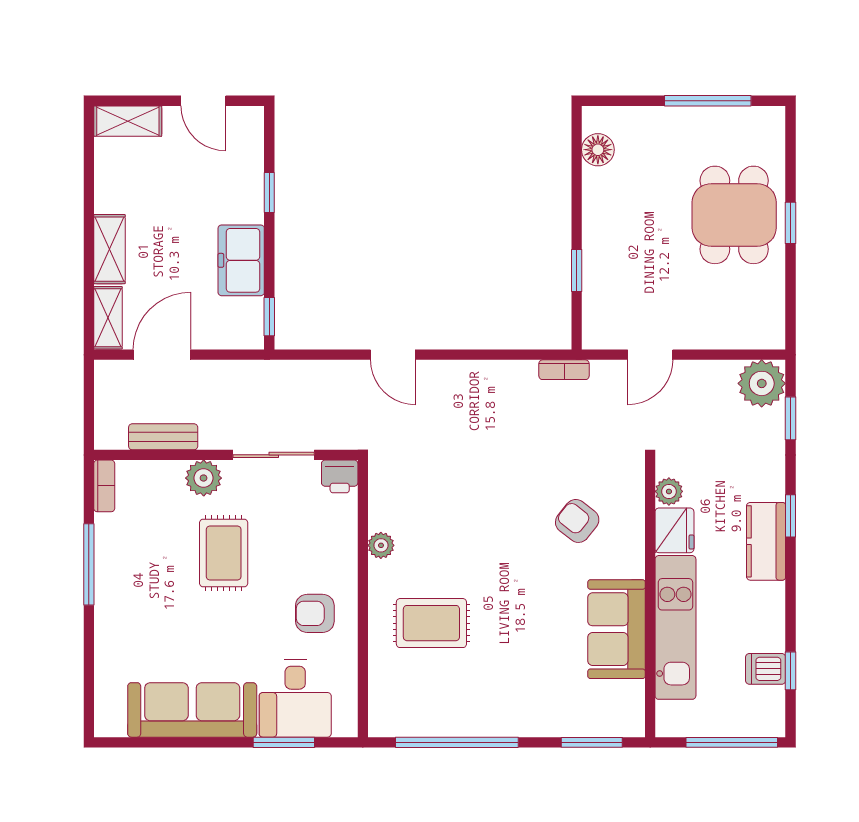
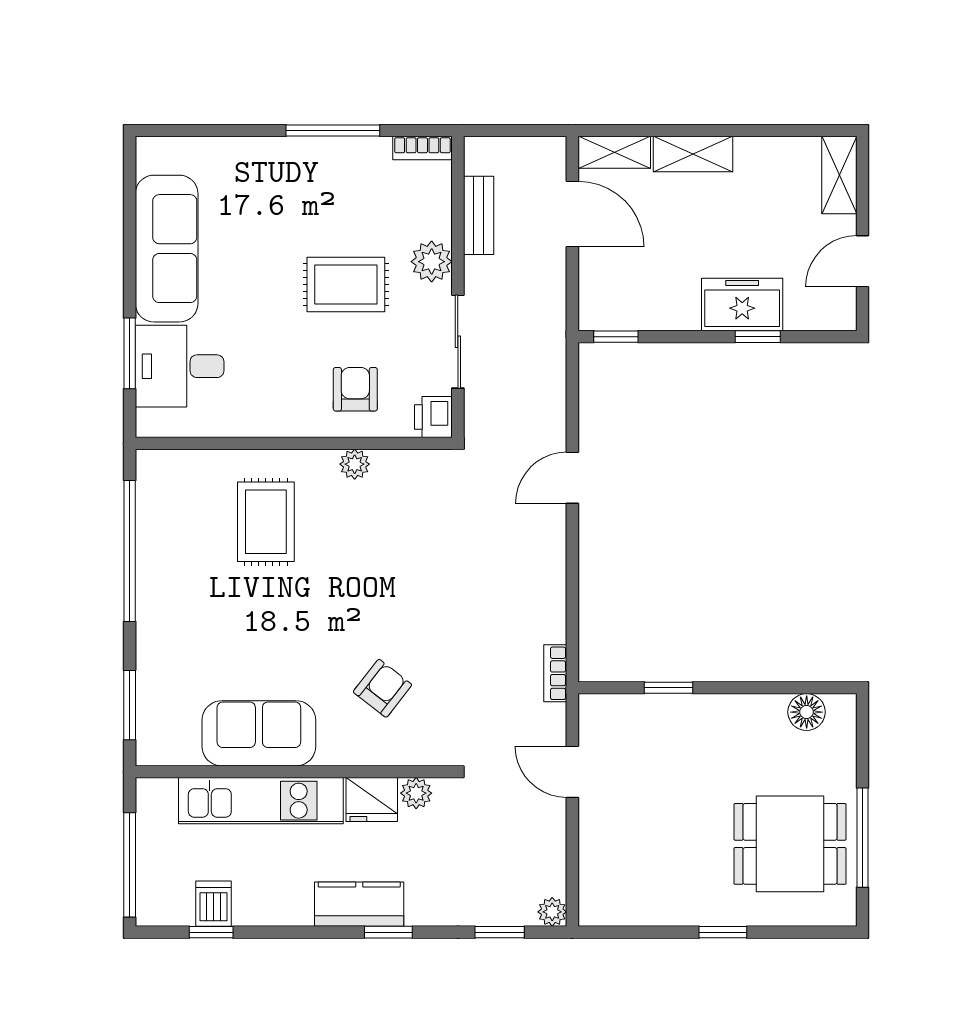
dining table: (734, 215) -> (790, 844), moved
freezer: (241, 260) -> (742, 305), moved
plant: (762, 383) -> (552, 912), width x0.53, depth x0.53
armchair: (315, 613) -> (355, 389), moved

